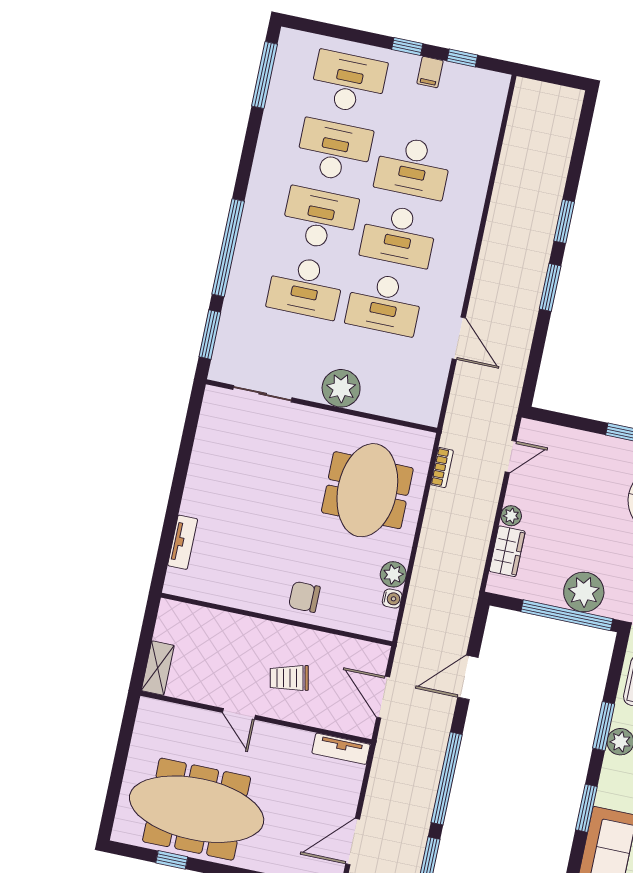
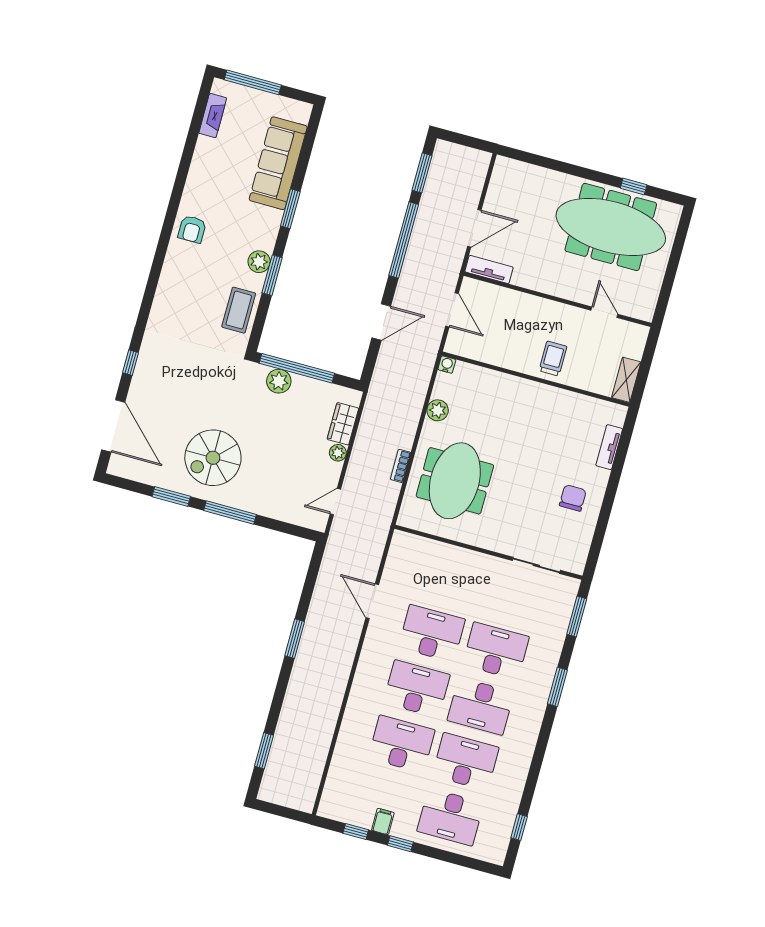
window: (265, 75) -> (519, 827), width x0.46
desk: (334, 151) -> (465, 762), turned 180
window: (564, 221) -> (264, 751), moved
window: (228, 248) -> (557, 687), width x0.47
plant: (341, 388) -> (471, 566), removed
bookcase: (442, 467) -> (401, 466), moved
plant: (584, 592) -> (279, 381), width x0.73, depth x0.73
chair: (304, 597) -> (573, 498), moved, turned -90
water cooler: (392, 599) -> (447, 365), moved, turned 90
shelving: (158, 668) -> (626, 380), moved
trolley: (289, 678) -> (553, 359), moved, turned -78
door: (239, 714) -> (604, 312), moved
door: (353, 842) -> (474, 228), moved

